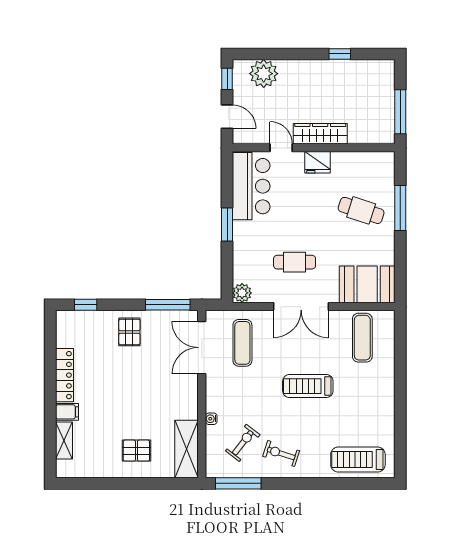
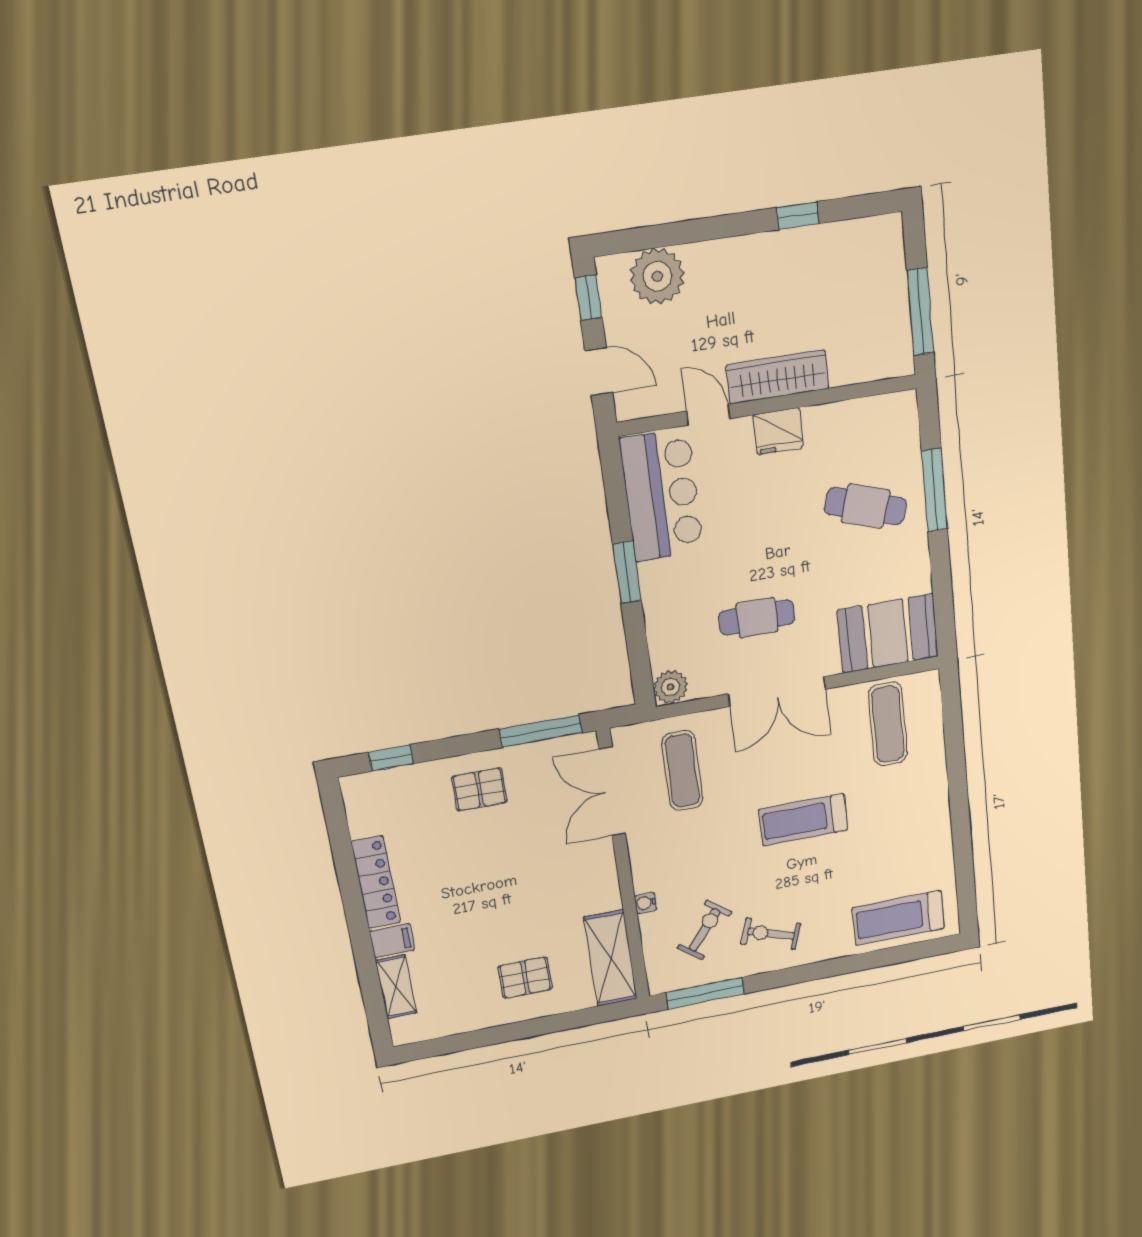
pallet: (129, 332) -> (479, 789), turned 90

